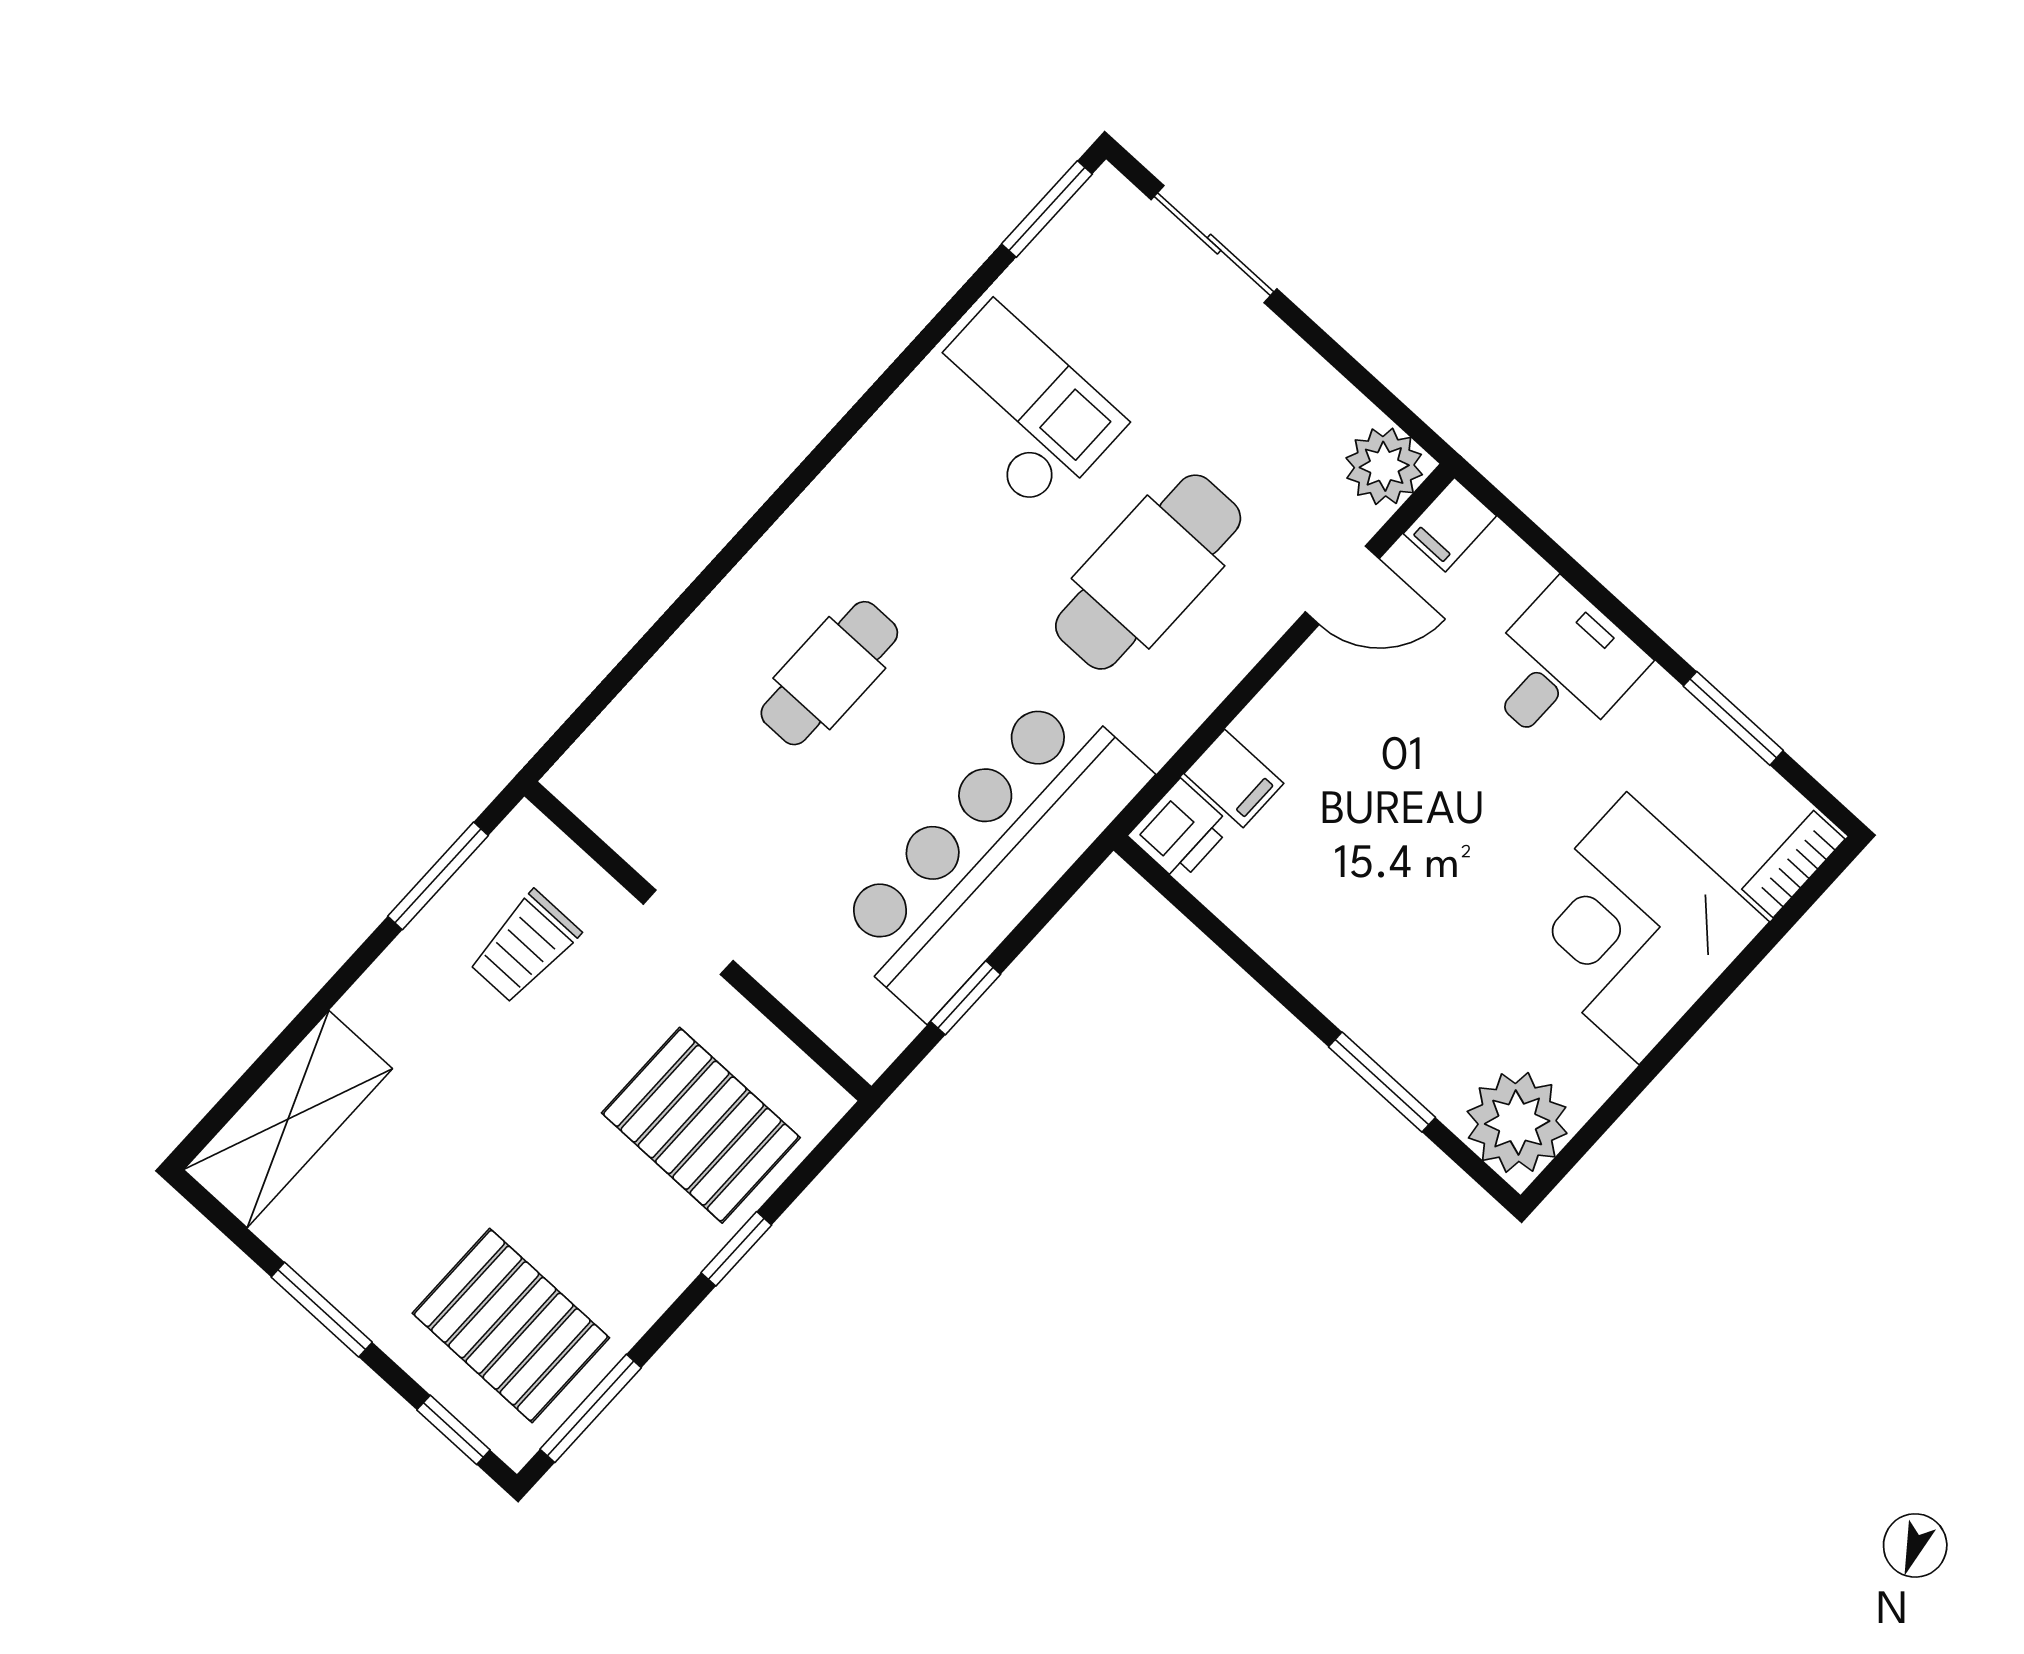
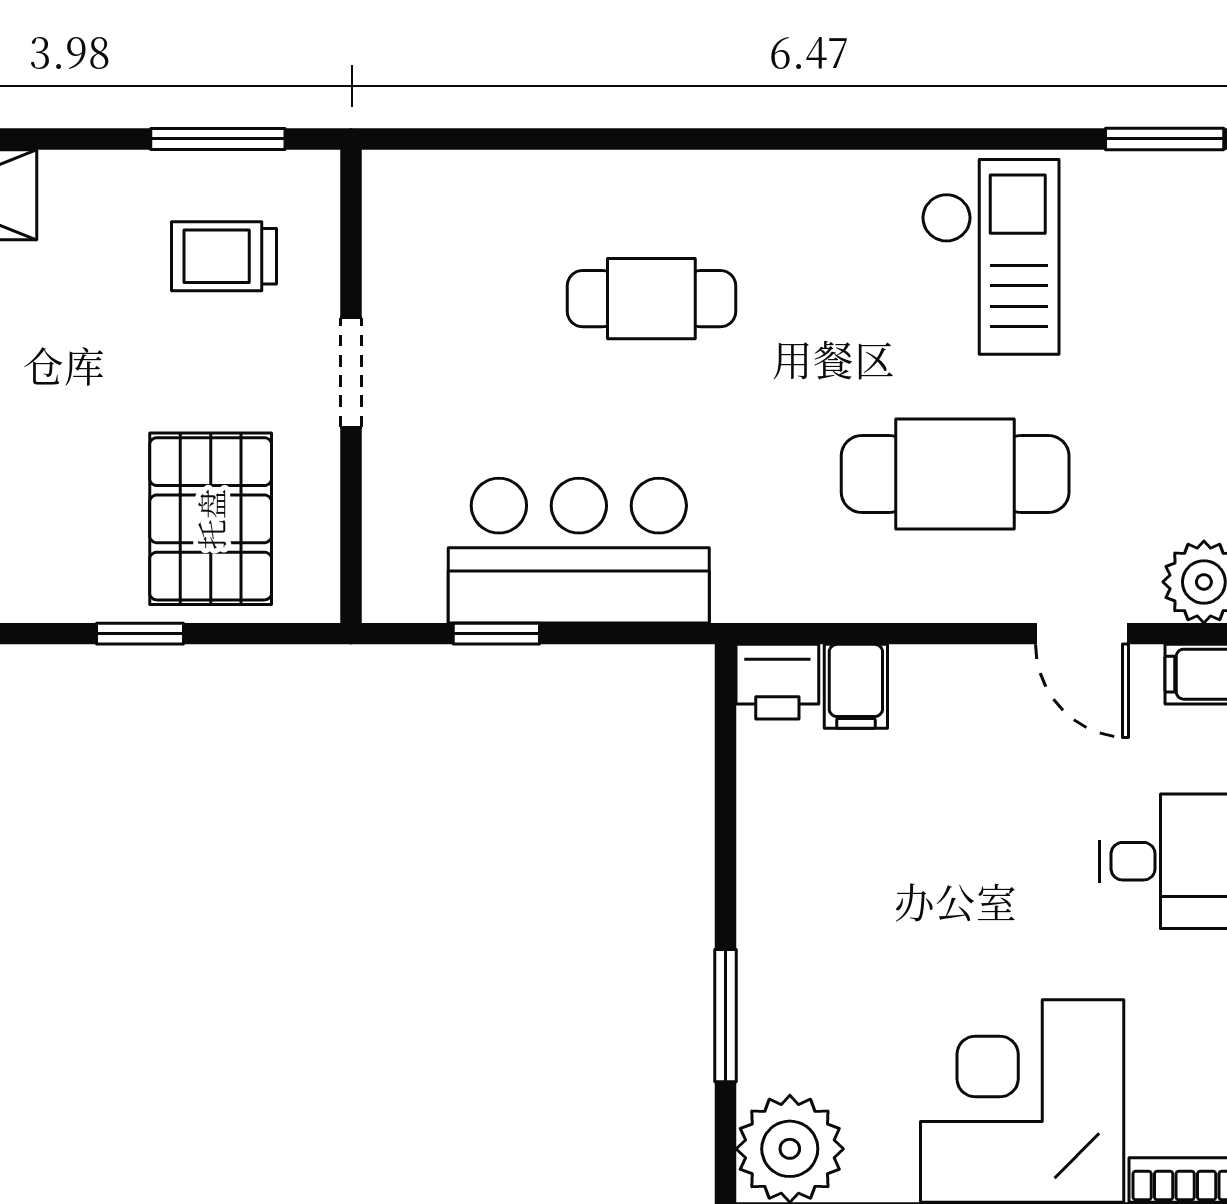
bar counter: (991, 853) -> (579, 551), width x0.73

